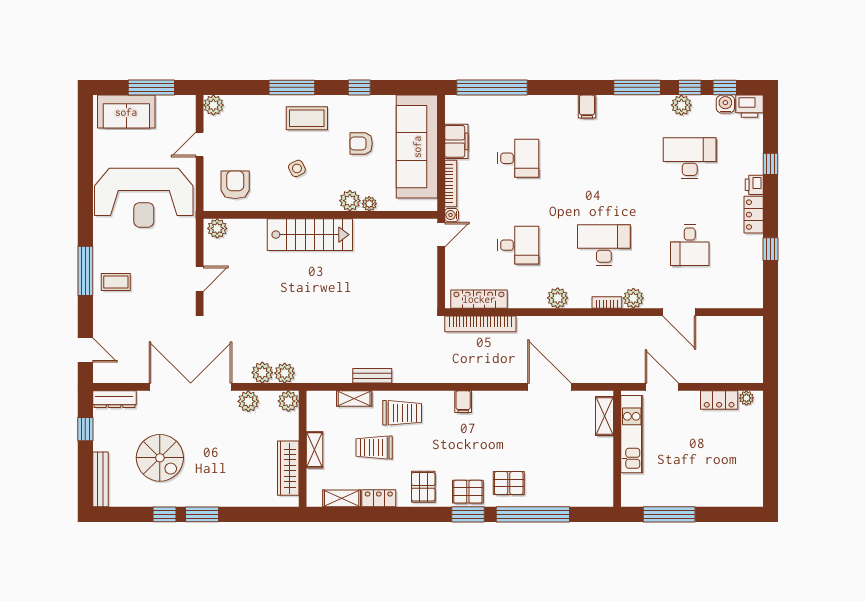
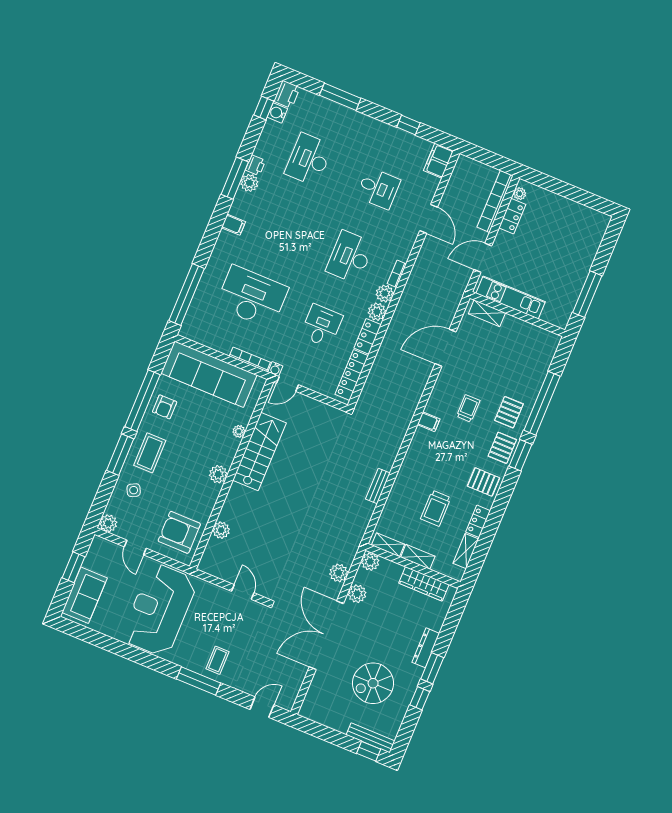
window: (151, 87) -> (74, 567), width x0.69
window: (359, 87) -> (143, 401), width x3.17
window: (690, 87) -> (252, 136), removed
plant: (681, 105) -> (249, 183), moved
filing cabinet: (456, 141) -> (438, 161), moved, turned -90
armchair: (361, 143) -> (165, 407), moved
desk: (518, 158) -> (252, 297), width x1.87, depth x1.30
window: (771, 164) -> (340, 97), width x2.17
side table: (297, 168) -> (134, 490), moved
armchair: (235, 185) -> (179, 532), width x1.36, depth x1.36
printer: (754, 185) -> (255, 165), moved, turned -90
reception desk: (144, 198) -> (159, 610), turned 180
plant: (350, 201) -> (218, 474), moved
locker: (754, 215) -> (368, 336), moved, turned 90
plant: (217, 228) -> (221, 530), moved
stairs: (310, 235) -> (259, 452), moved
door: (441, 235) -> (287, 384), swing flipped
plant: (633, 298) -> (385, 294), moved
door: (679, 312) -> (429, 219), hinge flipped
bookcase: (480, 324) -> (495, 201), moved, turned 180
plant: (285, 373) -> (346, 555), removed
dresser: (114, 399) -> (426, 648), moved, turned 180
shelving: (354, 399) -> (388, 545), moved, turned 90
trolley: (402, 413) -> (468, 408), moved, width x0.73, depth x0.72
window: (85, 429) -> (369, 751), moved
spiral stairs: (160, 458) -> (373, 683), turned 180

